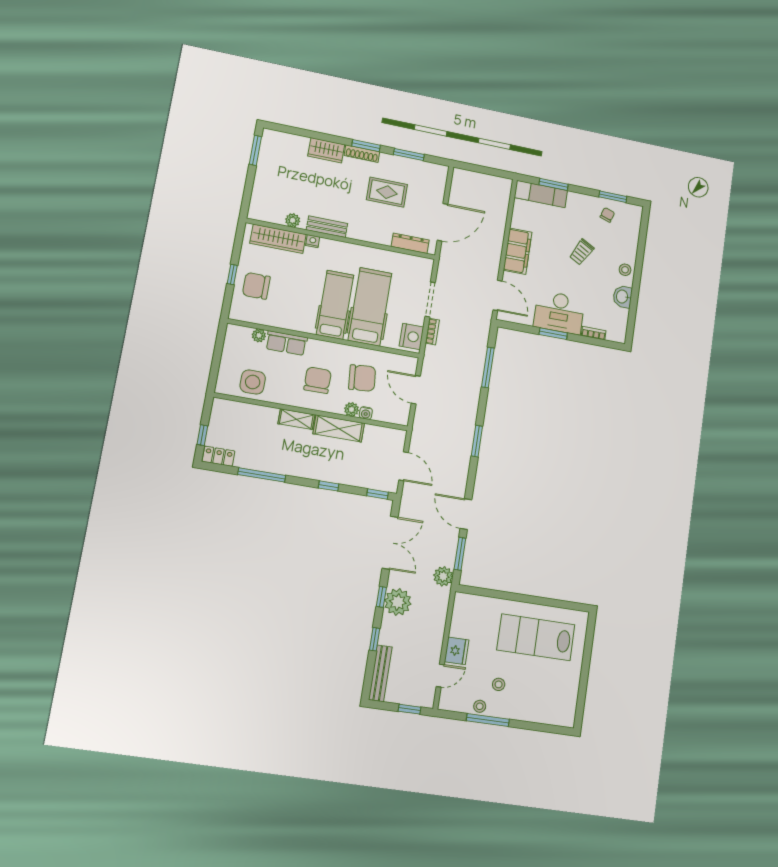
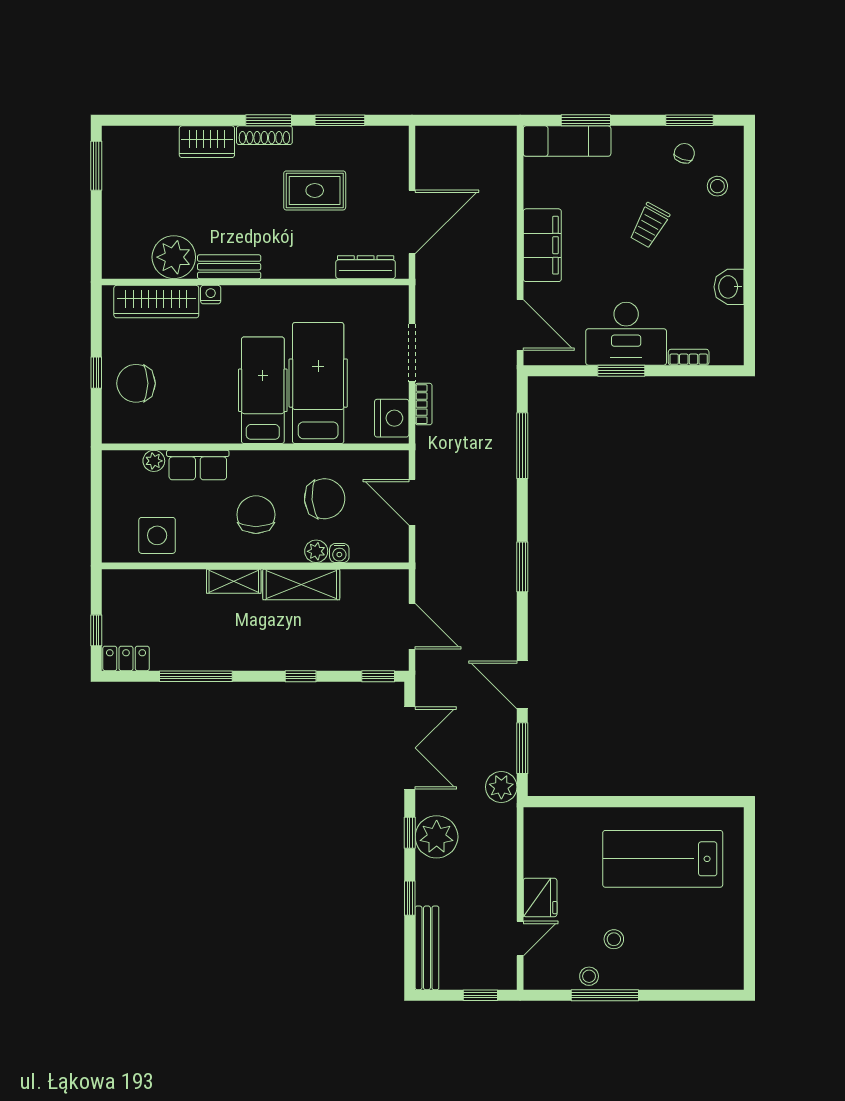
plant: (293, 220) -> (174, 257), width x1.88, depth x1.88
stool: (625, 270) -> (717, 186), moved

